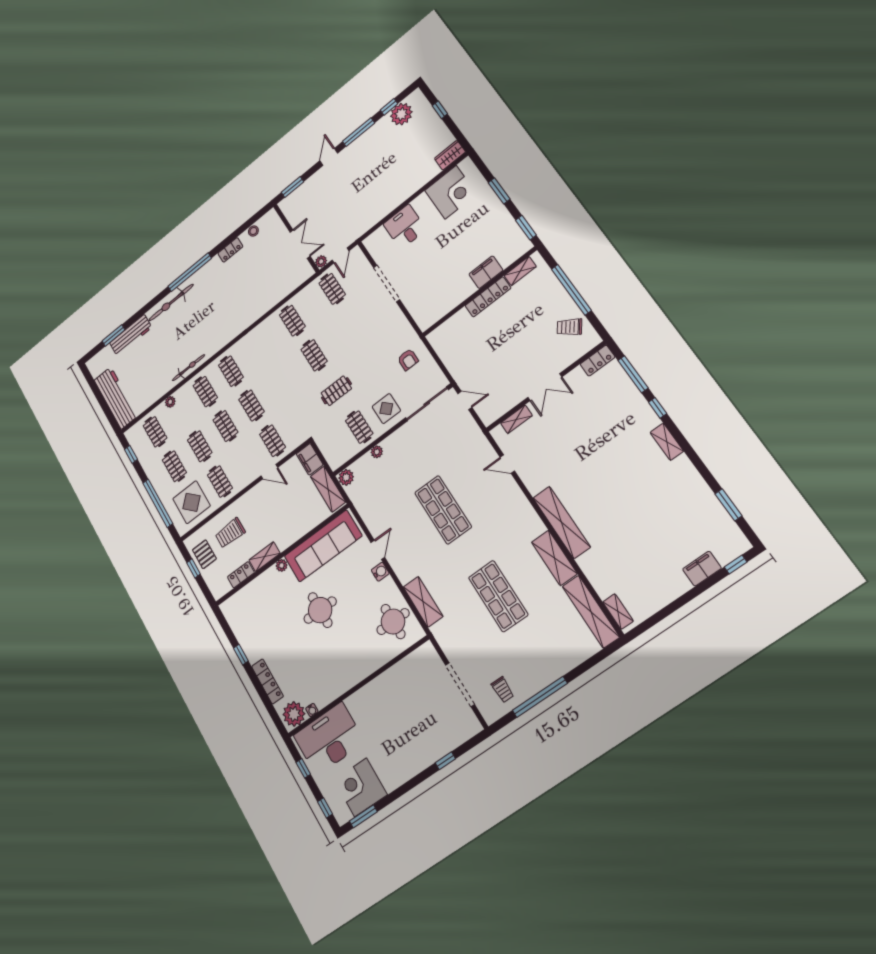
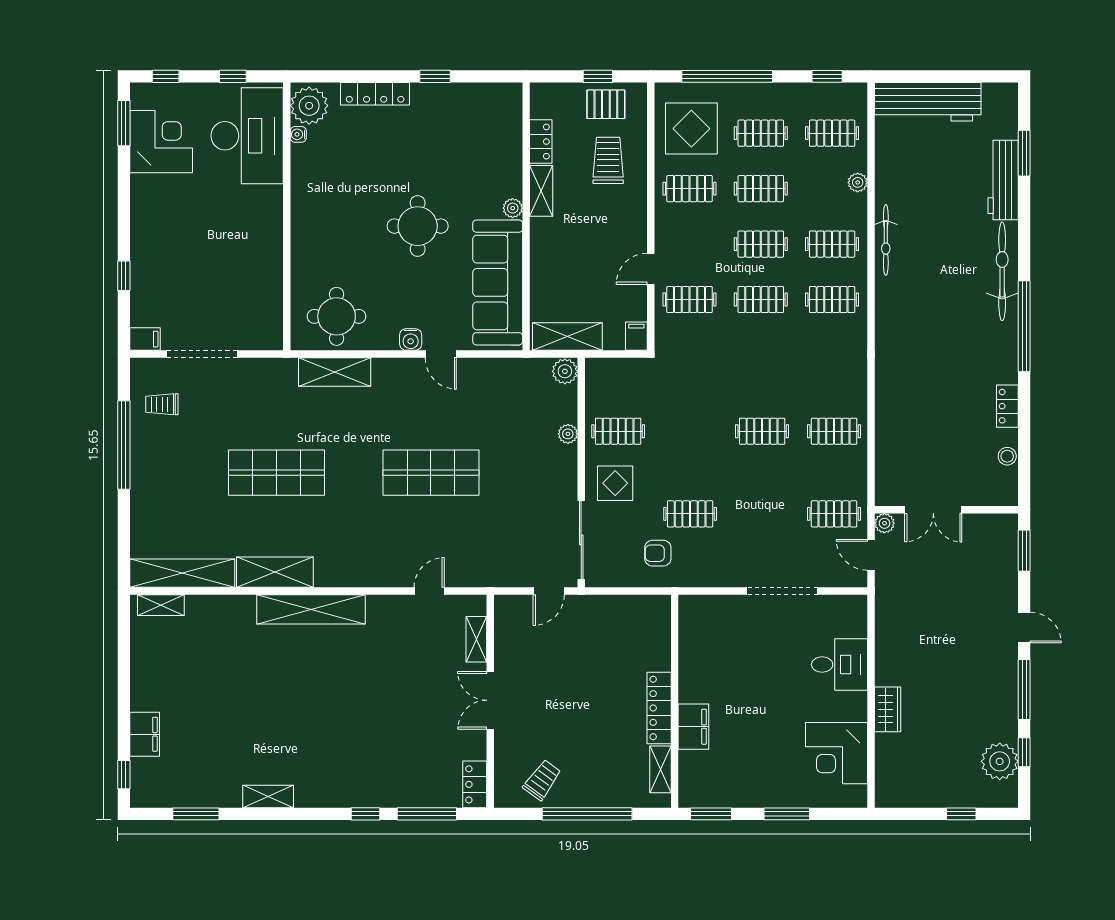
wardrobe: (450, 155) -> (888, 709), moved
clothes rail: (336, 391) -> (690, 514), moved, turned 90
shelving: (667, 442) -> (268, 796), moved
filing cabinet: (310, 459) -> (636, 336), width x0.50
filing cabinet: (473, 724) -> (145, 339), added

